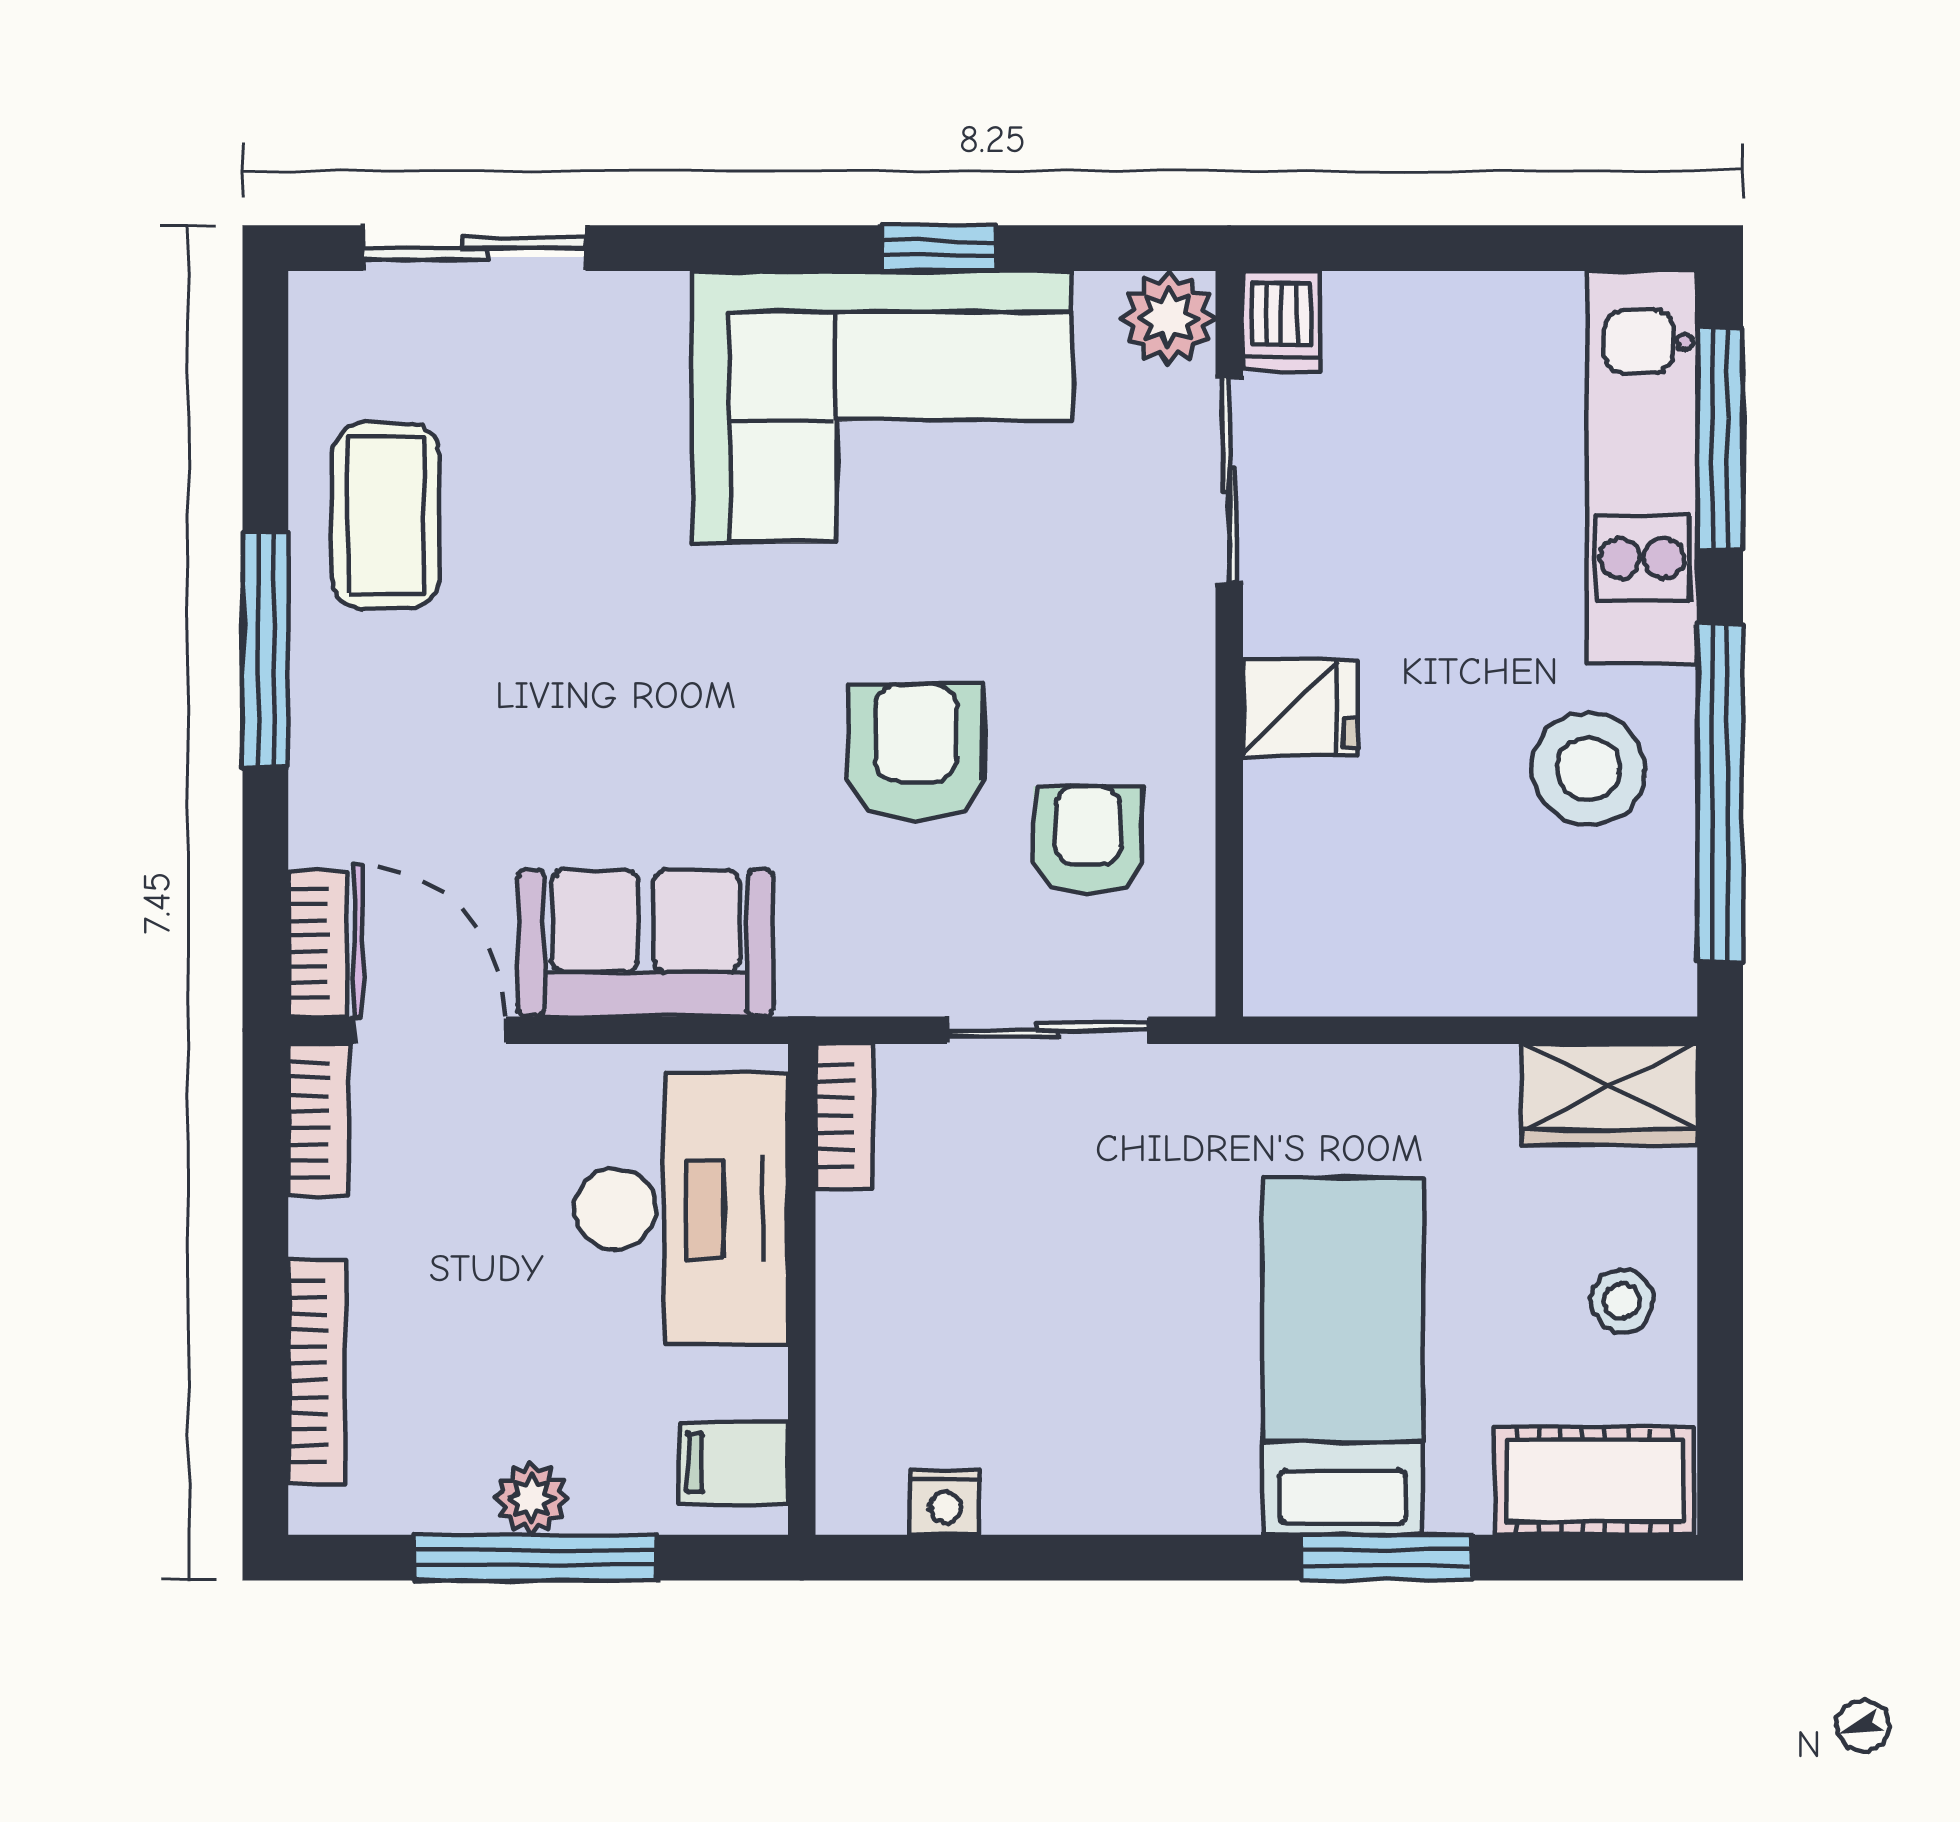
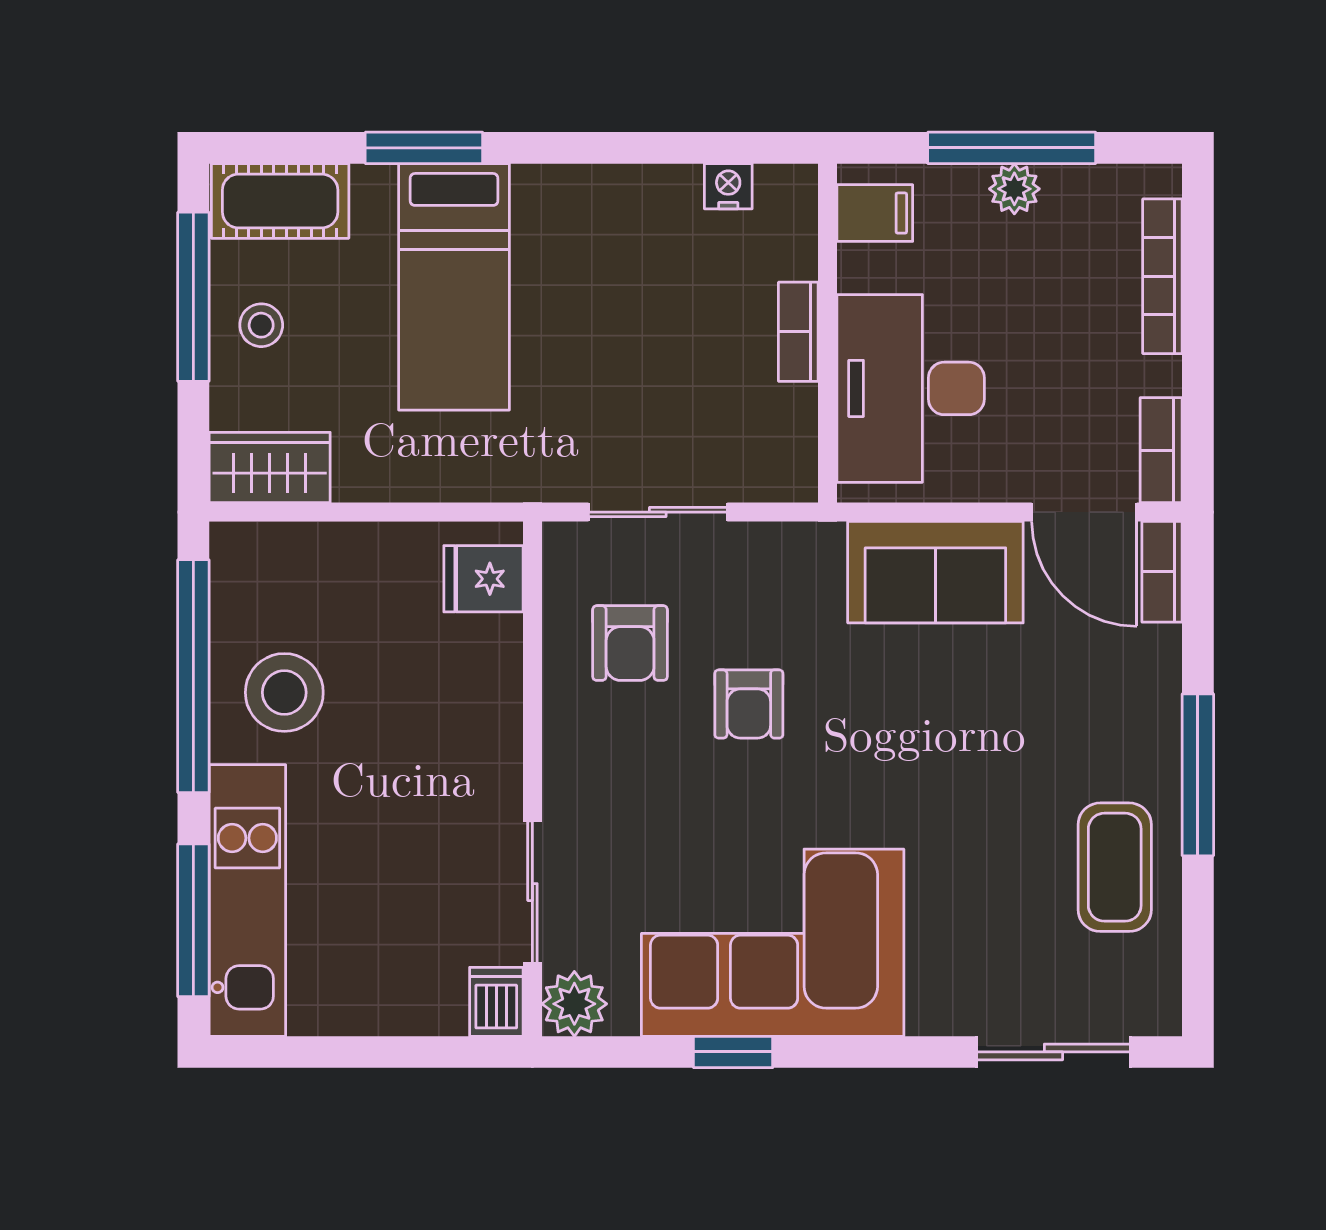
fridge: (1300, 708) -> (483, 579), moved
armchair: (916, 752) -> (749, 704), width x0.72, depth x0.72
bookcase: (844, 1116) -> (798, 332), moved
window: (1720, 1342) -> (193, 297), added

